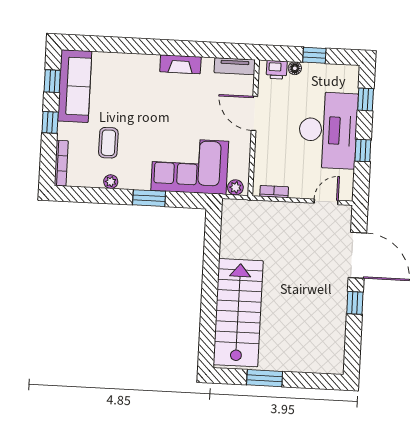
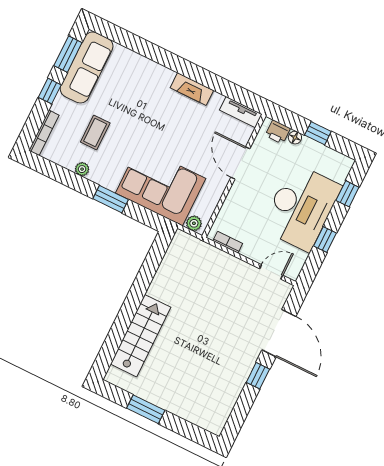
window: (52, 81) -> (68, 54), width x1.50
stairs: (238, 313) -> (141, 336), width x0.73, depth x0.66

